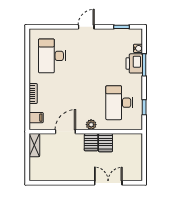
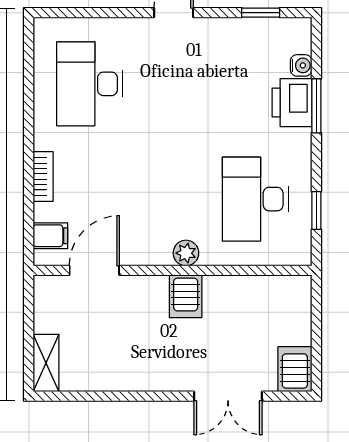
door: (65, 132) -> (94, 270), moved
server rack: (105, 143) -> (295, 369), moved, turned 180
shelving: (34, 145) -> (46, 363), moved
double door: (108, 183) -> (228, 396), swing flipped

